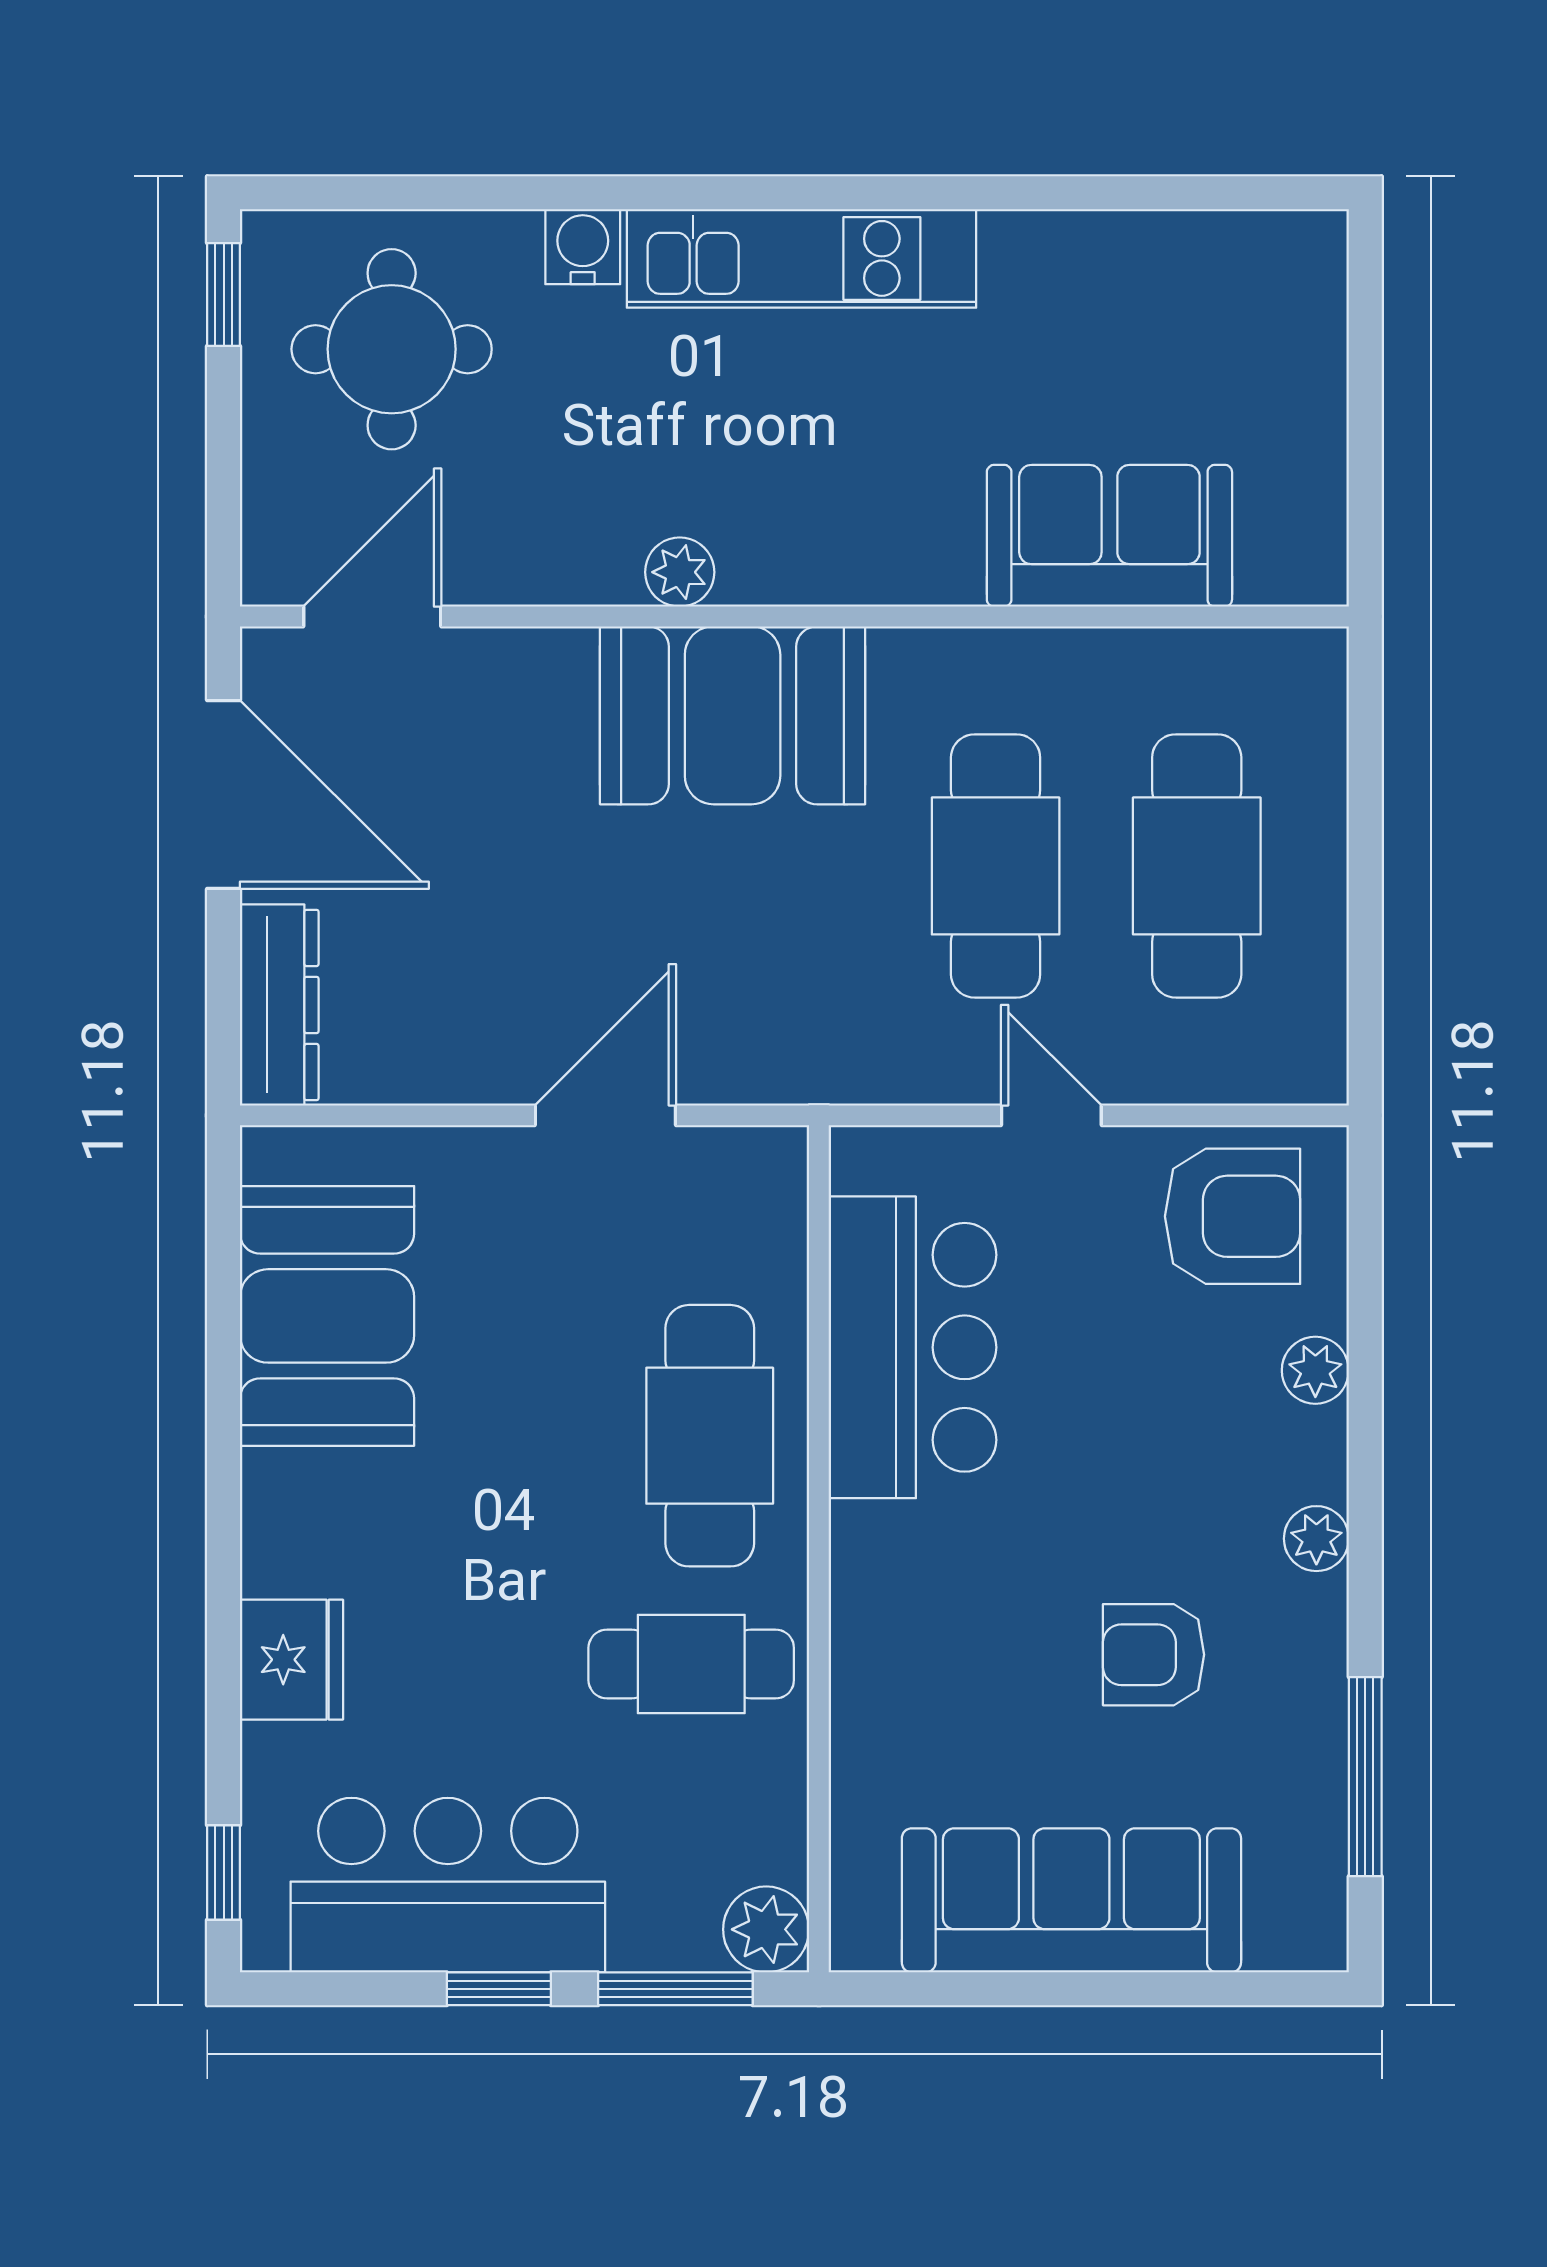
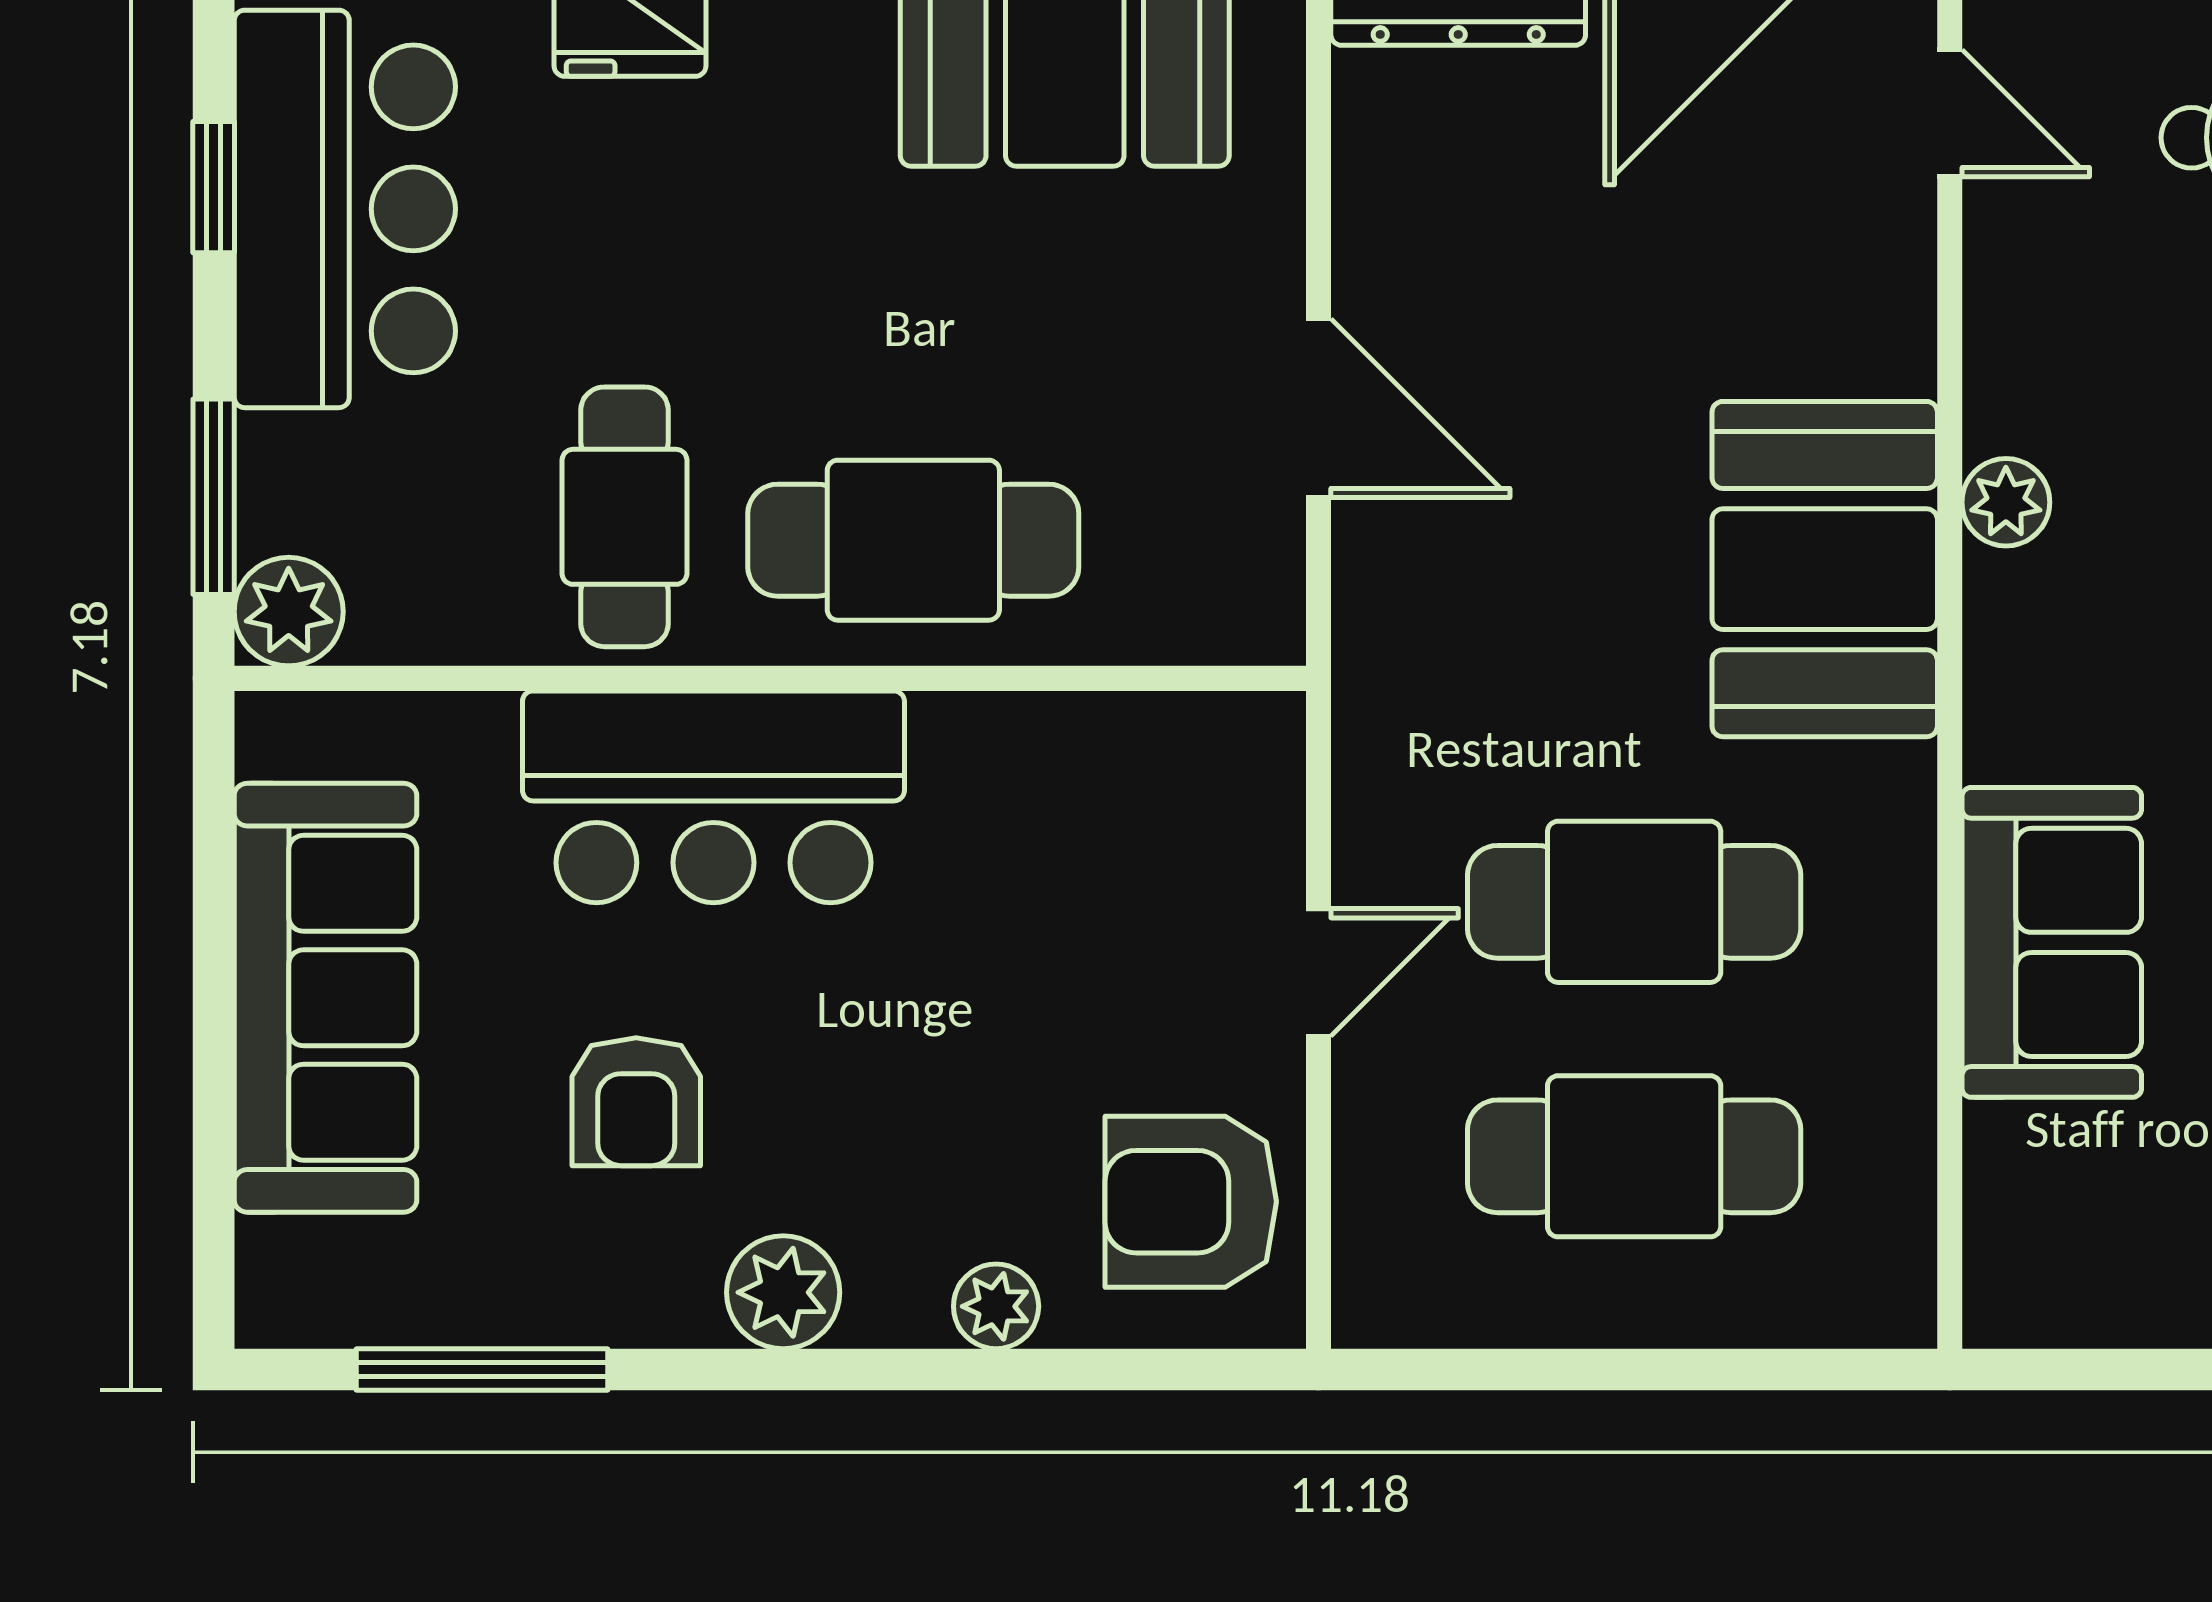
sofa: (1109, 536) -> (2052, 942), moved
door: (372, 616) -> (1950, 113), width x0.73
armchair: (1233, 1216) -> (1191, 1202), turned 90
bar counter: (913, 1347) -> (713, 797), moved
plant: (1316, 1539) -> (783, 1292), width x1.38, depth x1.38
armchair: (1154, 1655) -> (636, 1102), turned 180
window: (499, 1989) -> (214, 187), moved

